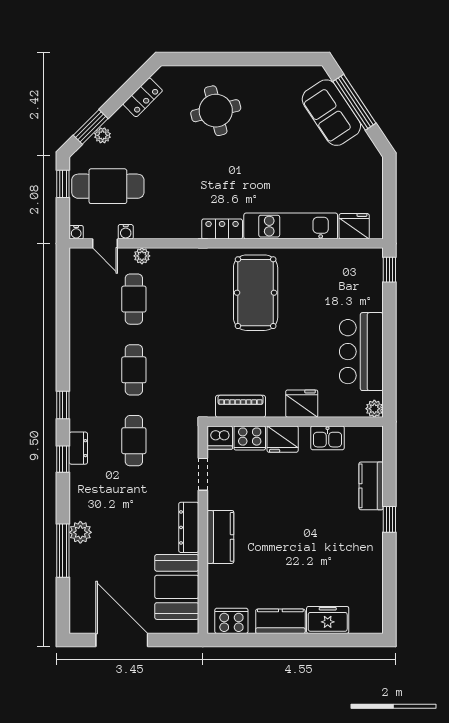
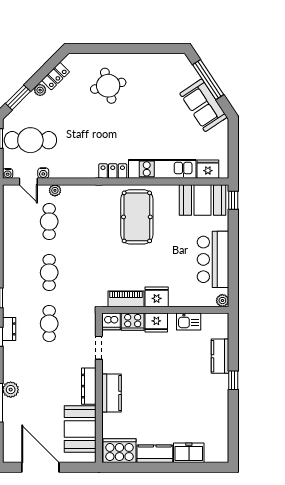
sofa: (331, 113) -> (204, 105), moved
plant: (103, 135) -> (40, 90), moved
booth: (347, 269) -> (202, 200), added
fridge: (302, 404) -> (157, 297), moved
cooker: (231, 621) -> (119, 451), width x1.37, depth x1.31

